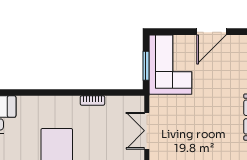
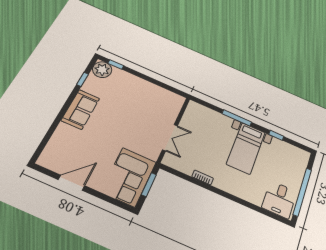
door: (211, 32) -> (71, 183), moved

